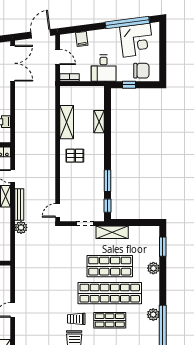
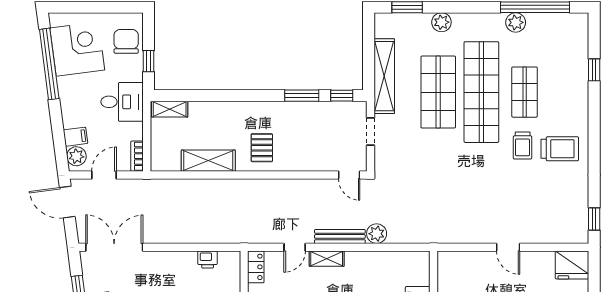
plant: (69, 40) -> (76, 156), added
shelving: (99, 122) -> (170, 109), moved
shelving: (112, 232) -> (384, 76), width x1.47

